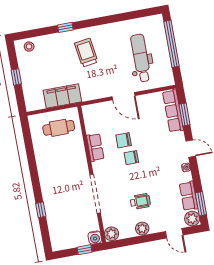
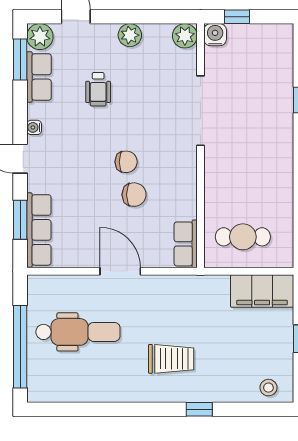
trolley: (86, 53) -> (171, 359), turned -82
dental chair: (141, 58) -> (78, 332), turned -90
filing cabinet: (62, 96) -> (262, 291), moved
row of seats: (95, 147) -> (186, 244), moved
wheelchair: (140, 201) -> (98, 89), moved, turned -90

